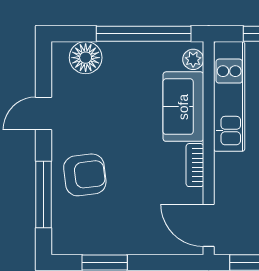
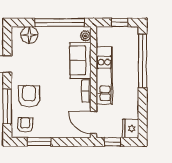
kitchen unit: (229, 96) -> (104, 75), moved
armchair: (85, 175) -> (29, 96), turned -83
armchair: (78, 230) -> (25, 125), added

